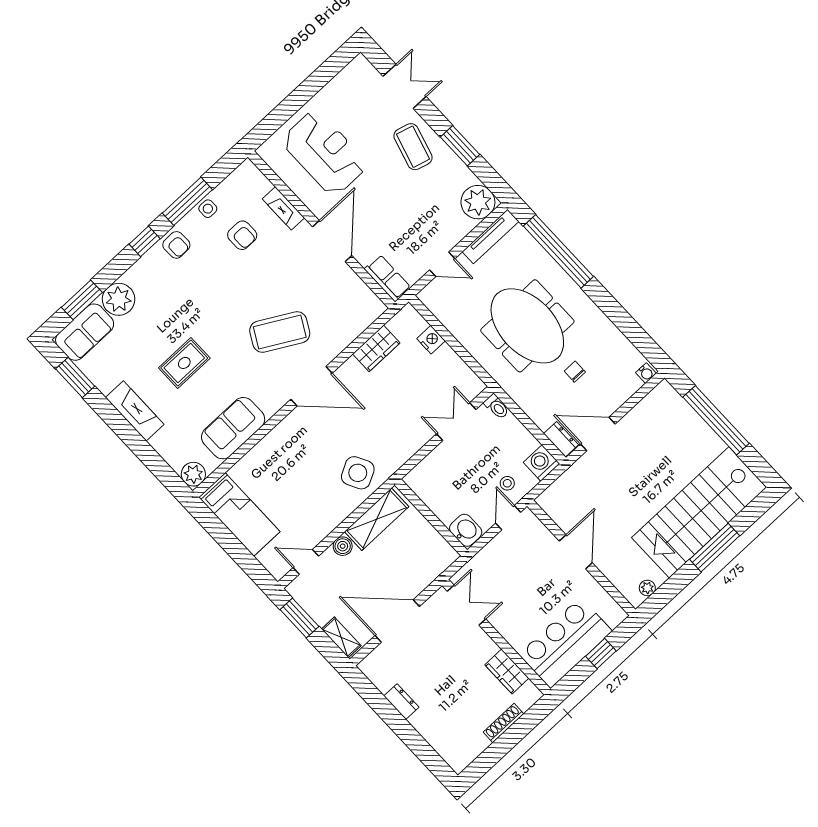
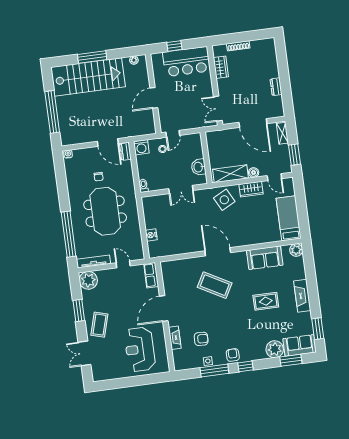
armchair: (242, 235) -> (201, 339), turned 92
wardrobe: (376, 348) -> (251, 189), moved, turned 180
double door: (456, 422) -> (181, 190), moved
washbasin: (466, 530) -> (199, 167), moved

